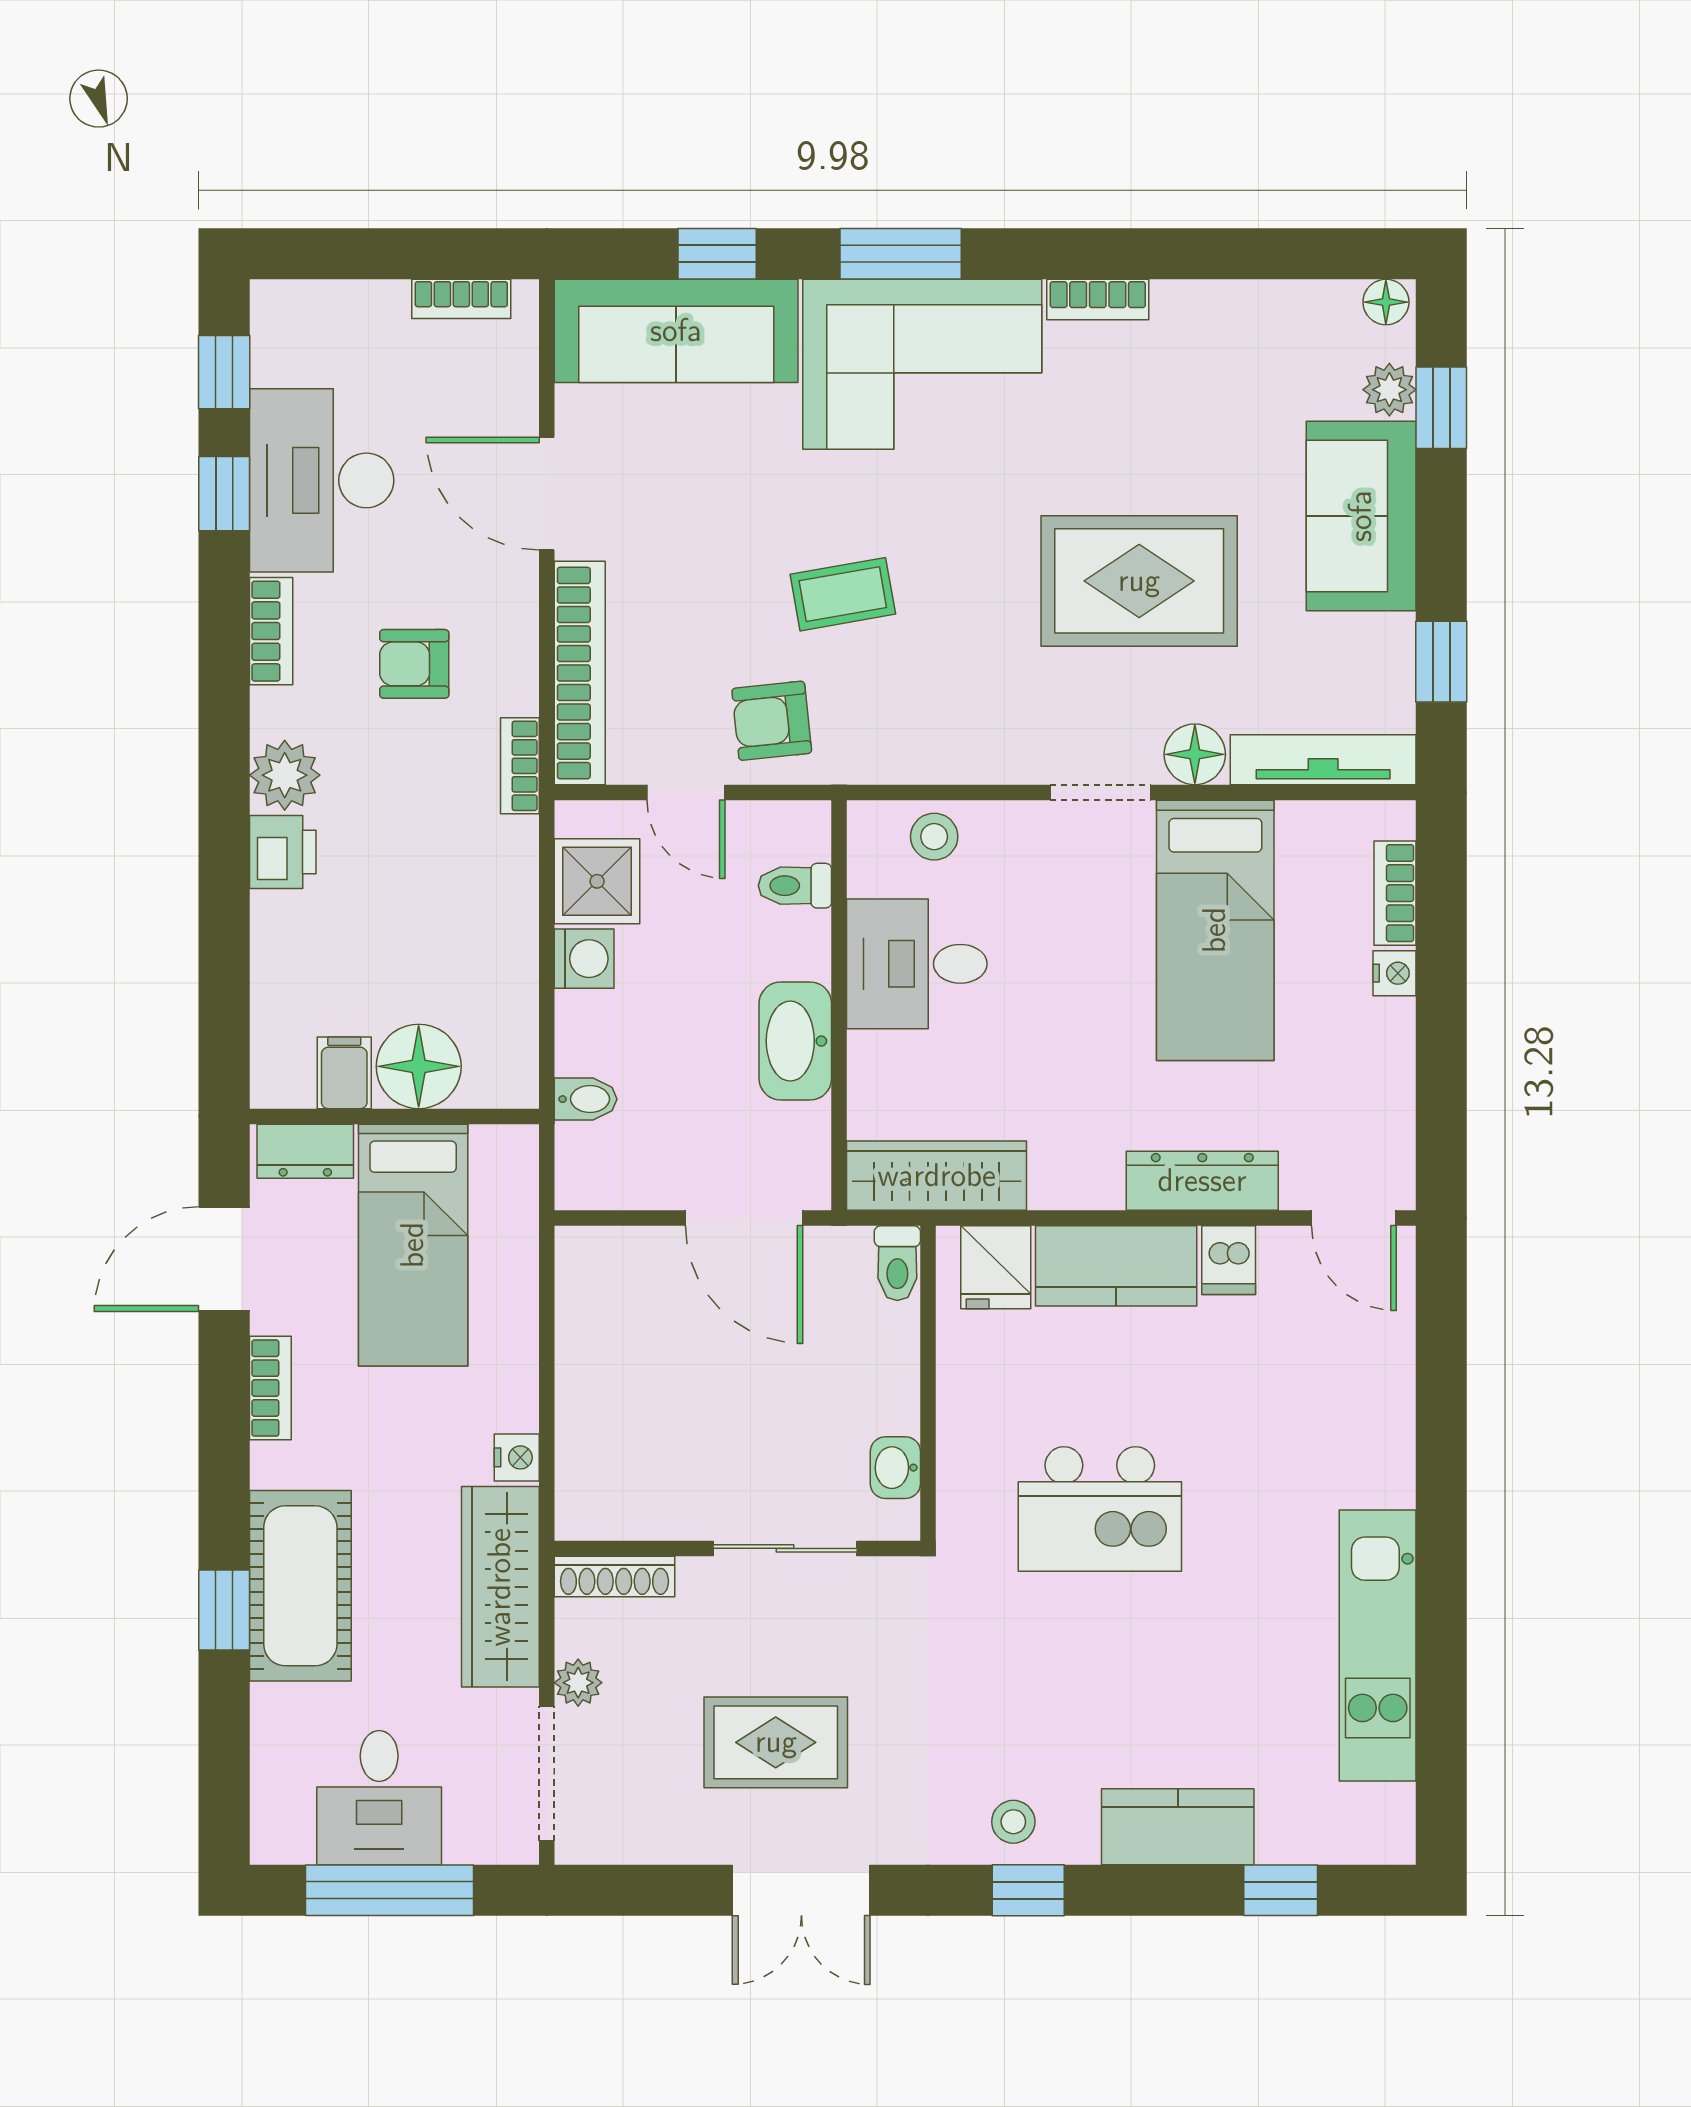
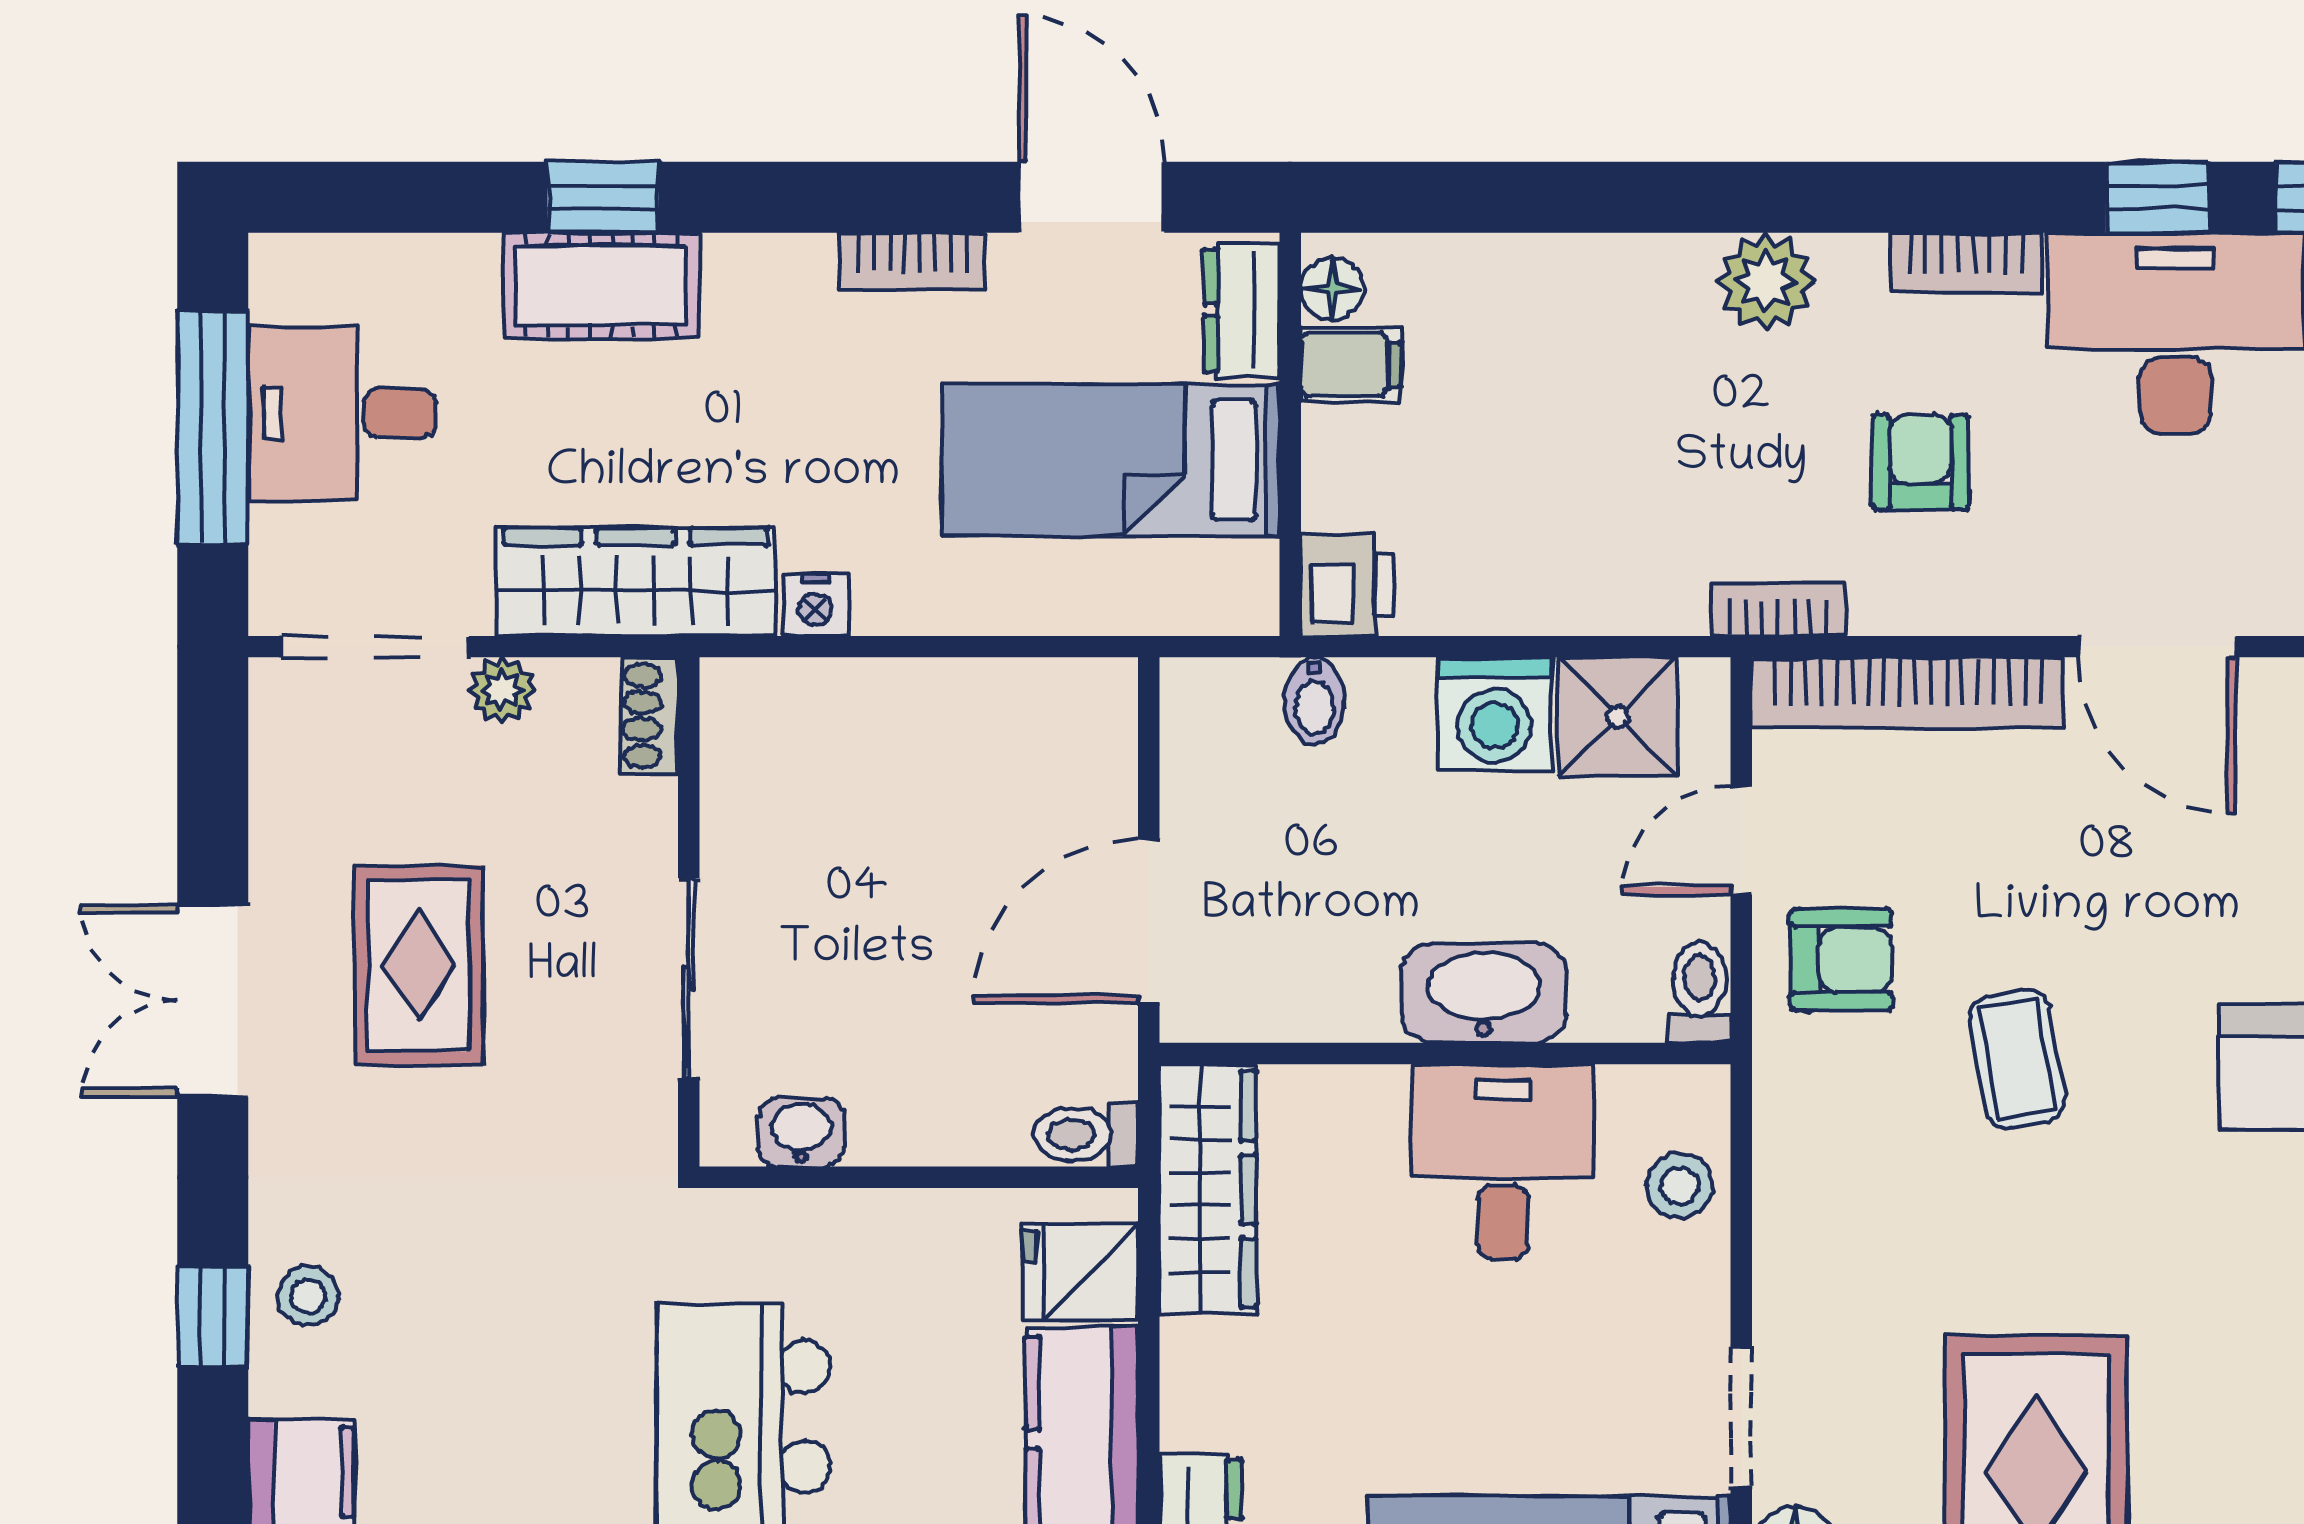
door: (547, 494) -> (2157, 647), swing flipped
armchair: (772, 721) -> (1841, 960), turned 96
printer: (283, 852) -> (1347, 585), moved, turned -90
toilet: (795, 886) -> (1699, 992), moved
washing machine: (584, 959) -> (1494, 714), width x1.38, depth x1.38
washbasin: (795, 1041) -> (1484, 993), moved
floor lamp: (419, 1066) -> (1332, 289), moved, width x0.53, depth x0.53
shoe rack: (615, 1576) -> (650, 716), width x0.70
cot: (300, 1586) -> (601, 285), width x0.73, depth x0.75

